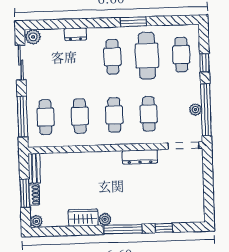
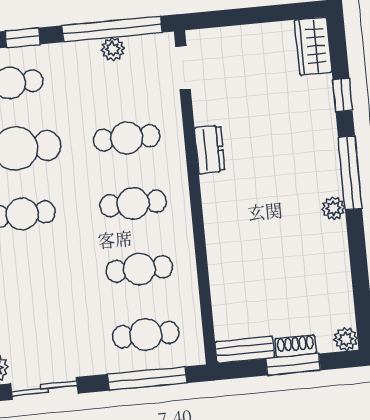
doorway: (183, 146) -> (183, 68), width x0.73
dresser: (140, 157) -> (210, 149), width x0.70
wardrobe: (83, 218) -> (313, 46), moved

